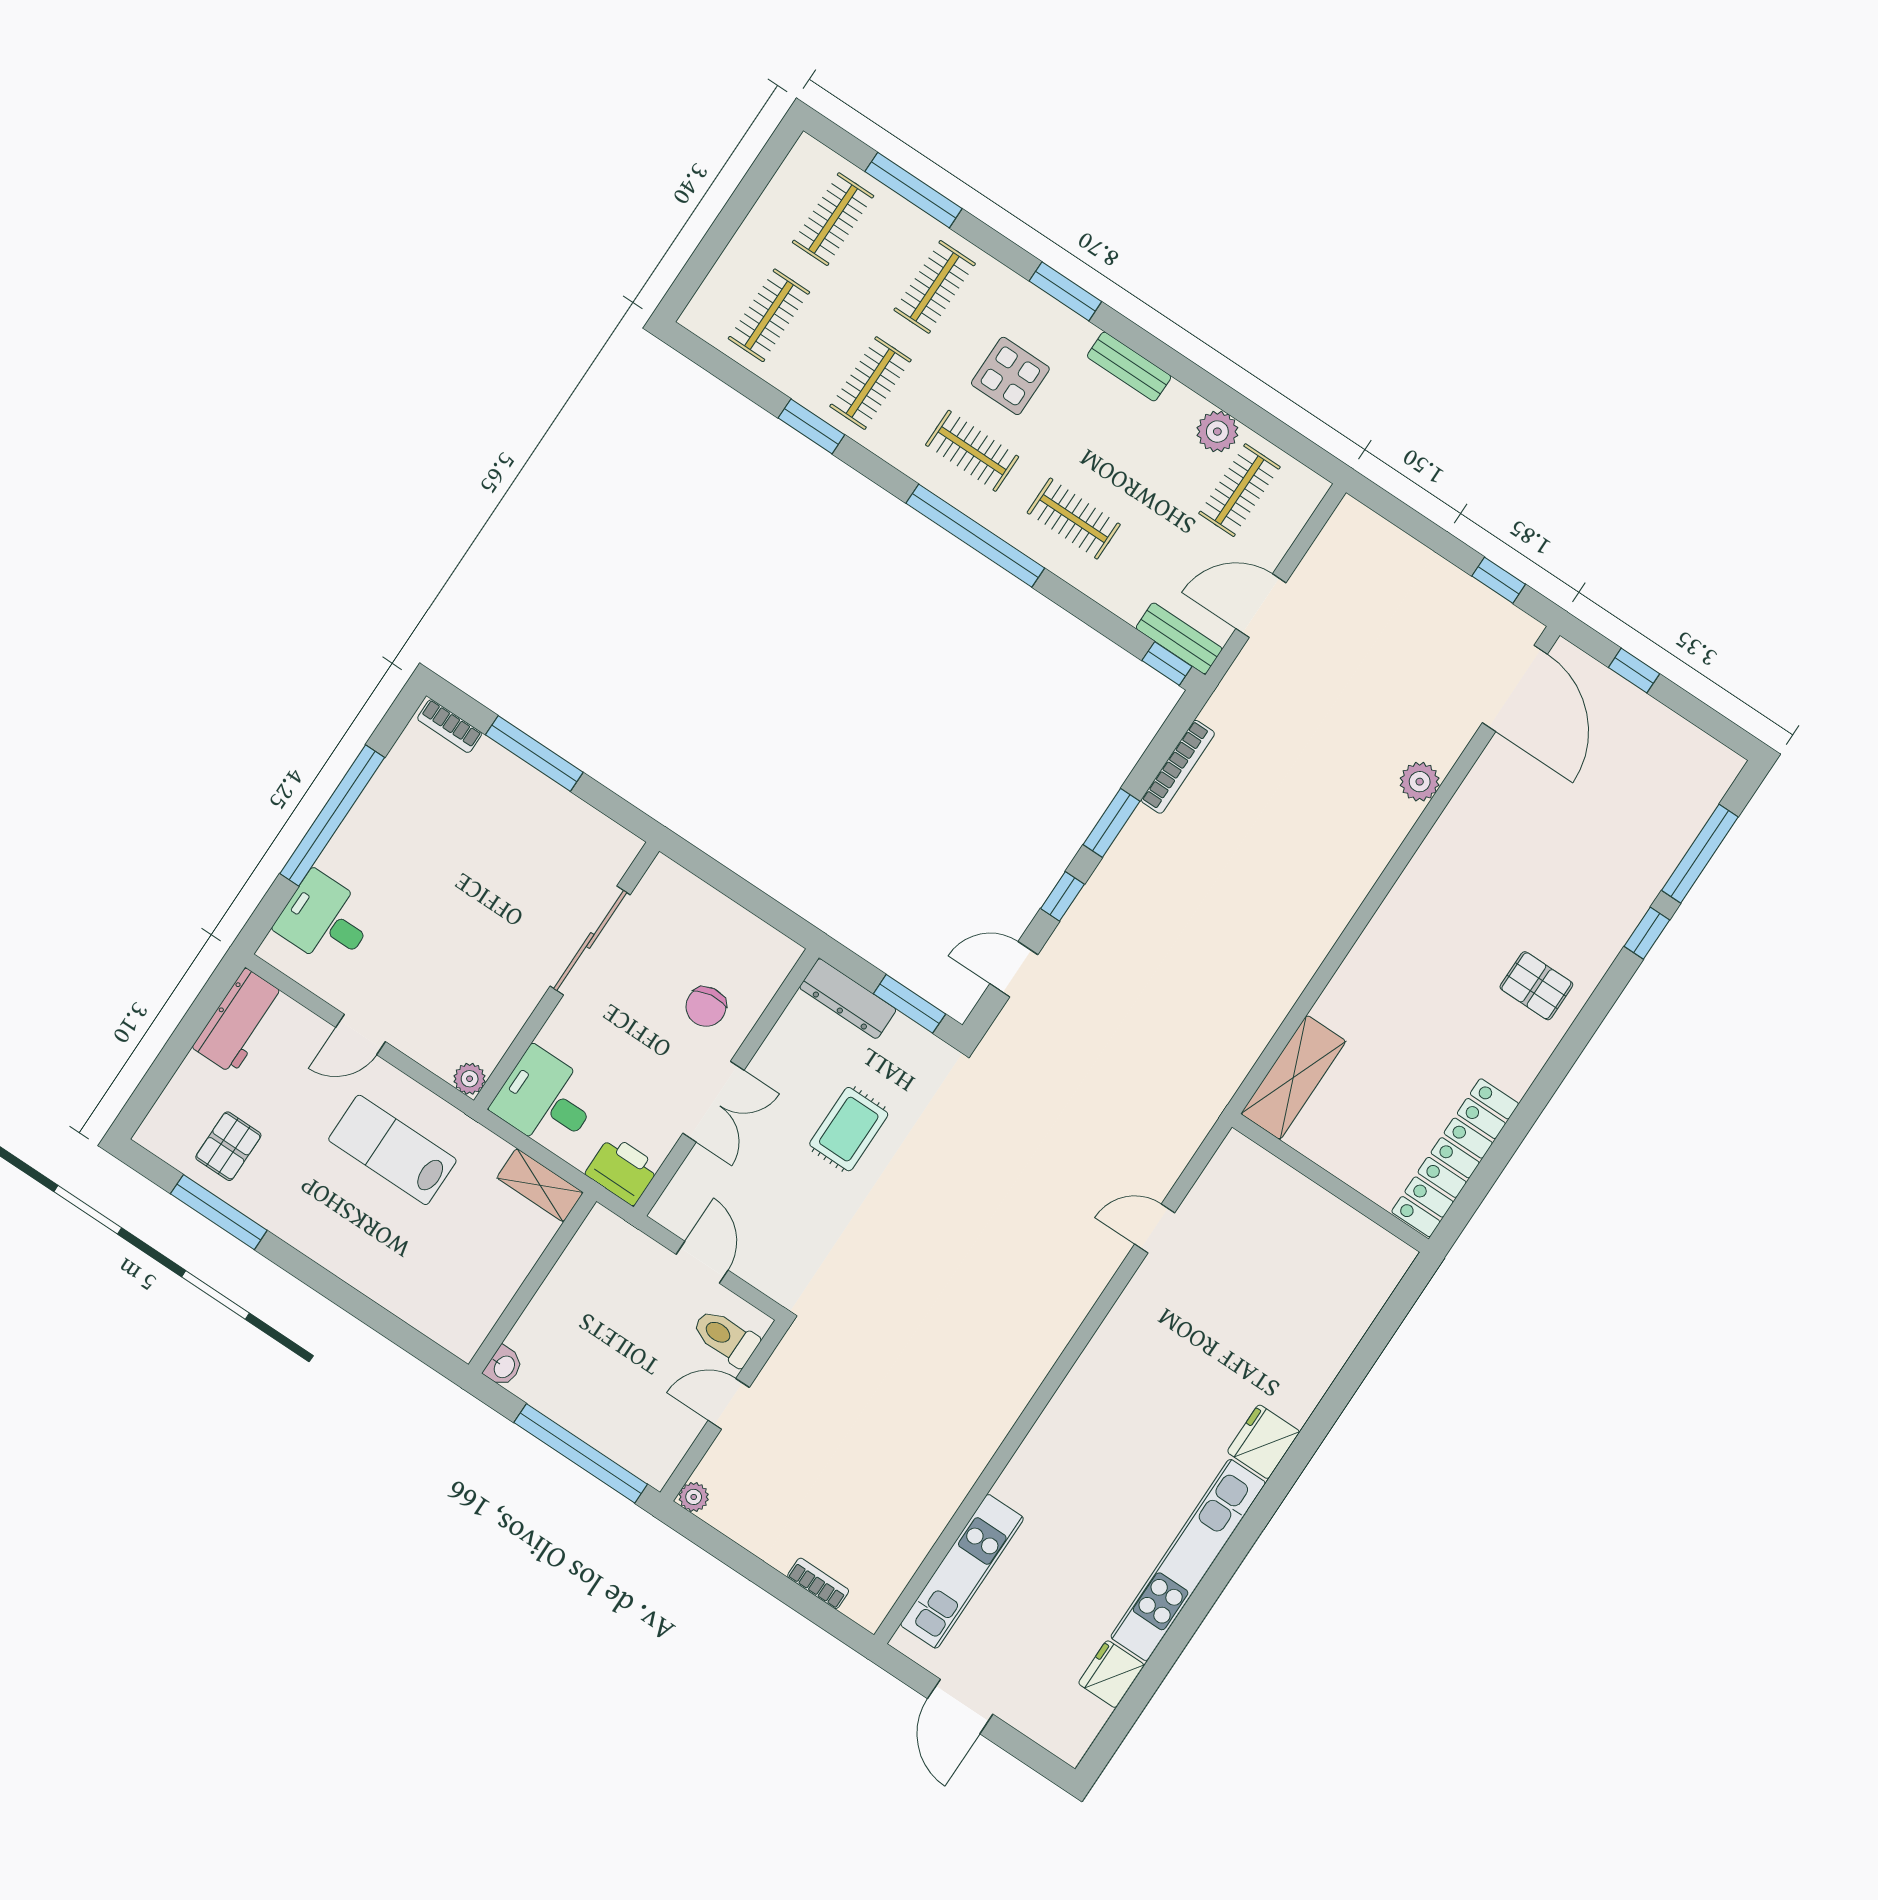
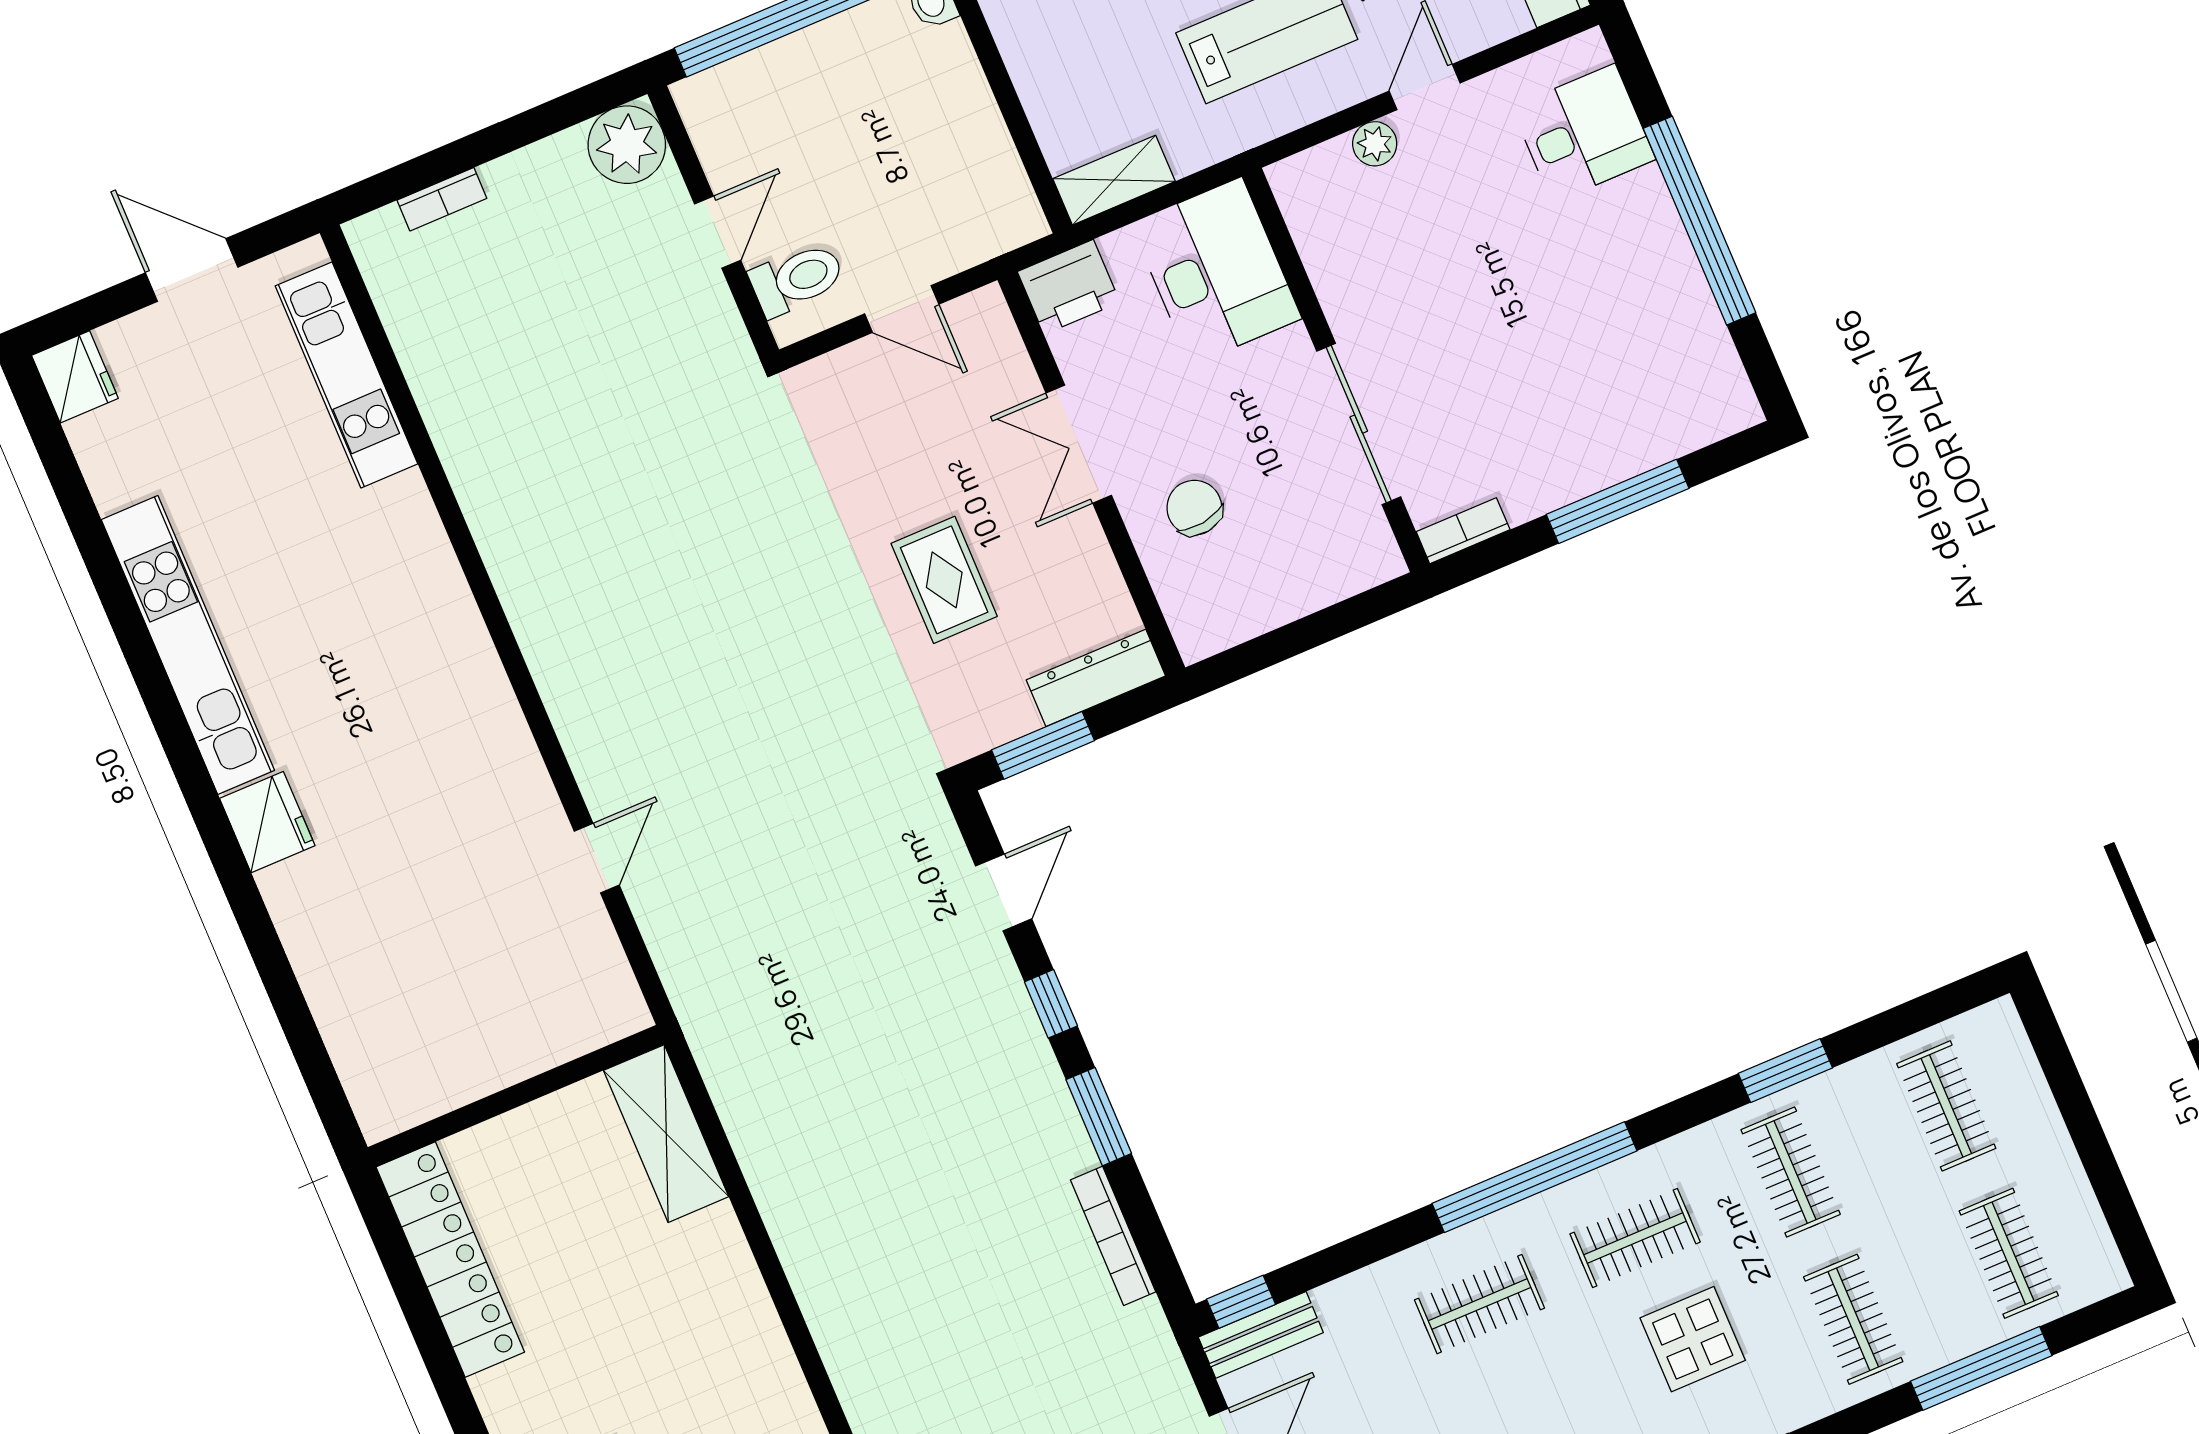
bookcase: (450, 726) -> (1463, 531), moved
plant: (470, 1079) -> (1375, 144), moved
desk: (546, 1100) -> (1216, 271), width x1.37
plant: (694, 1497) -> (627, 145), width x1.87, depth x1.87
fridge: (1111, 1674) -> (75, 377), moved

